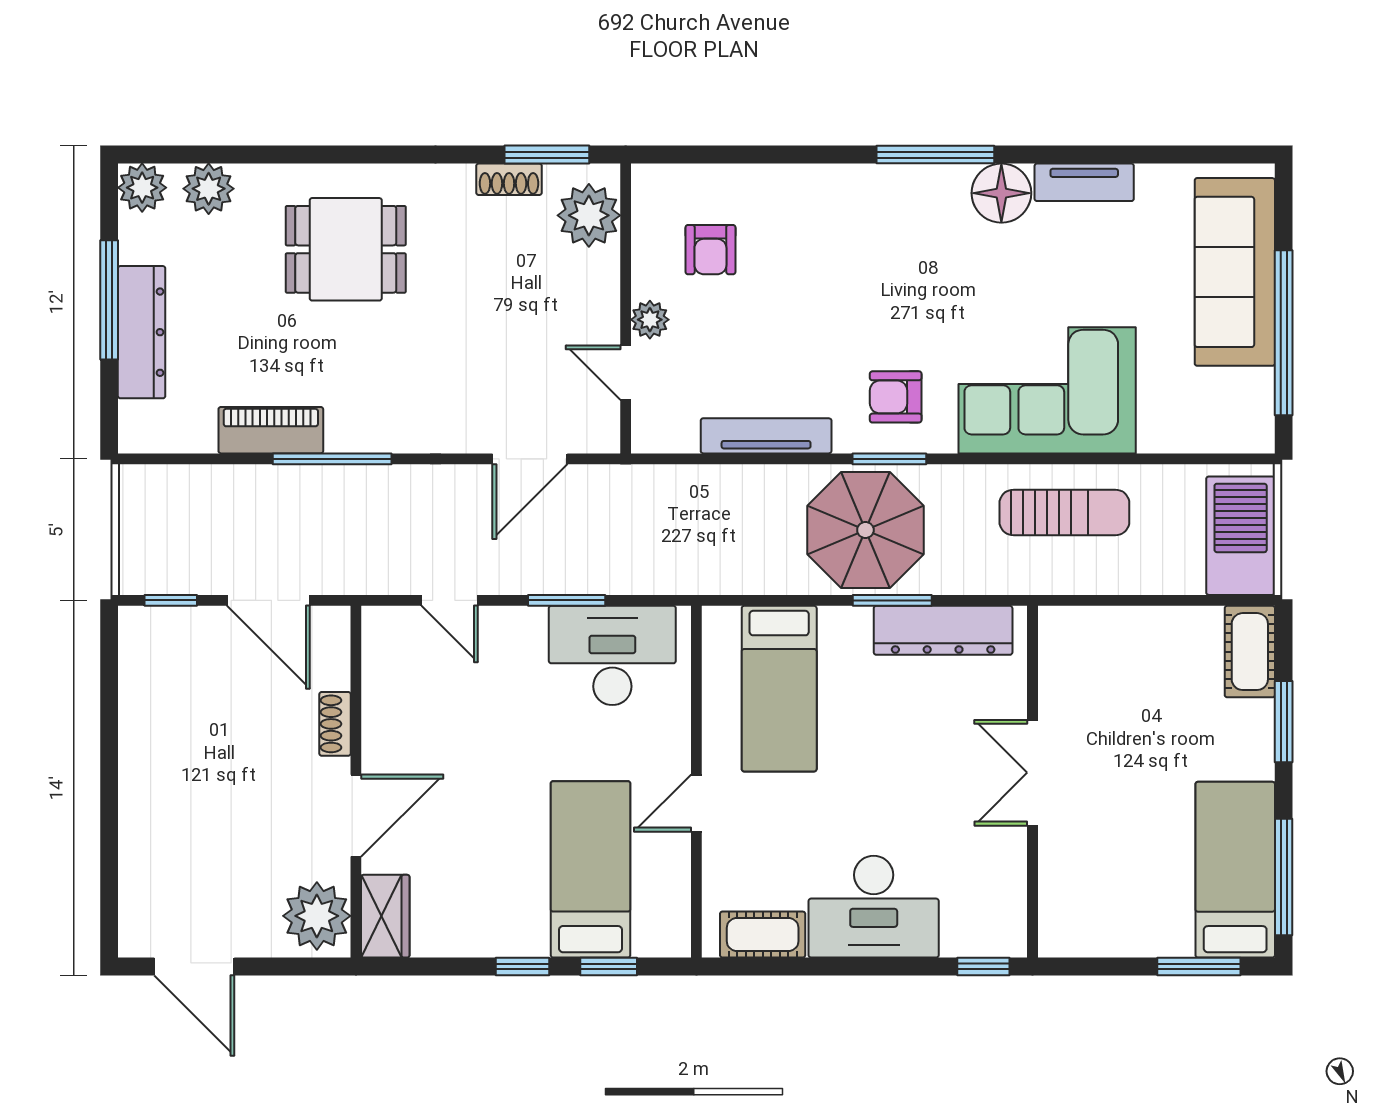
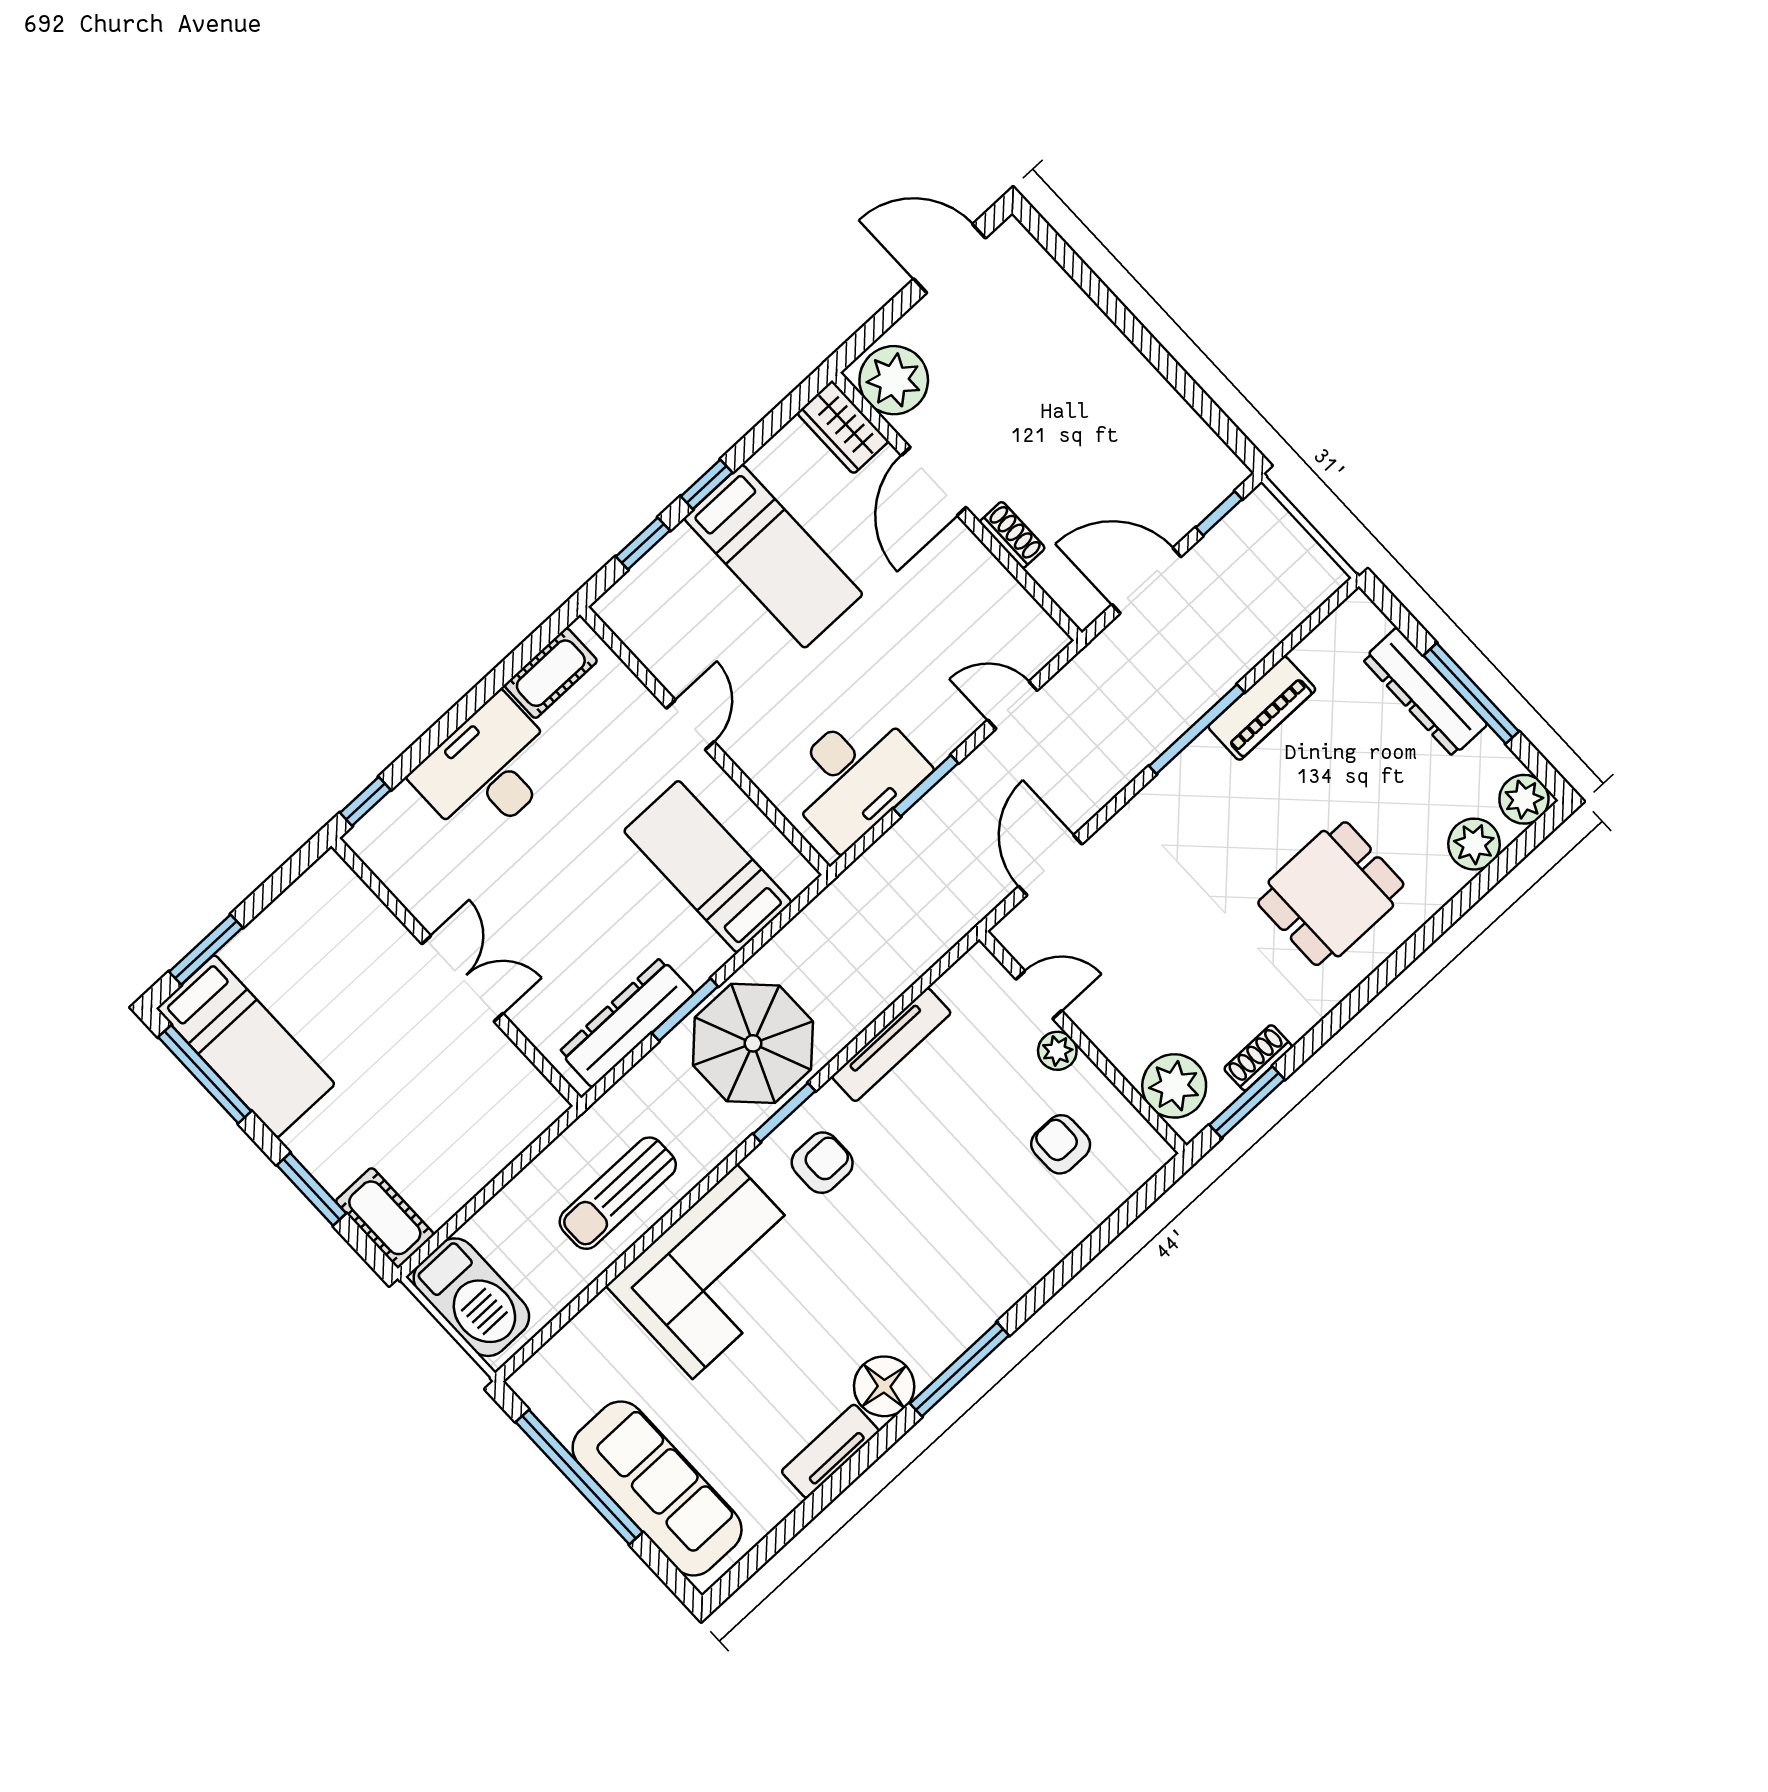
bed: (590, 869) -> (773, 556), moved

